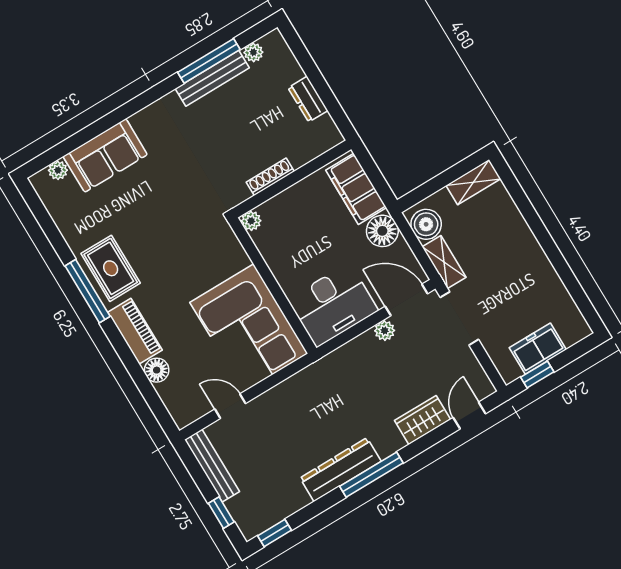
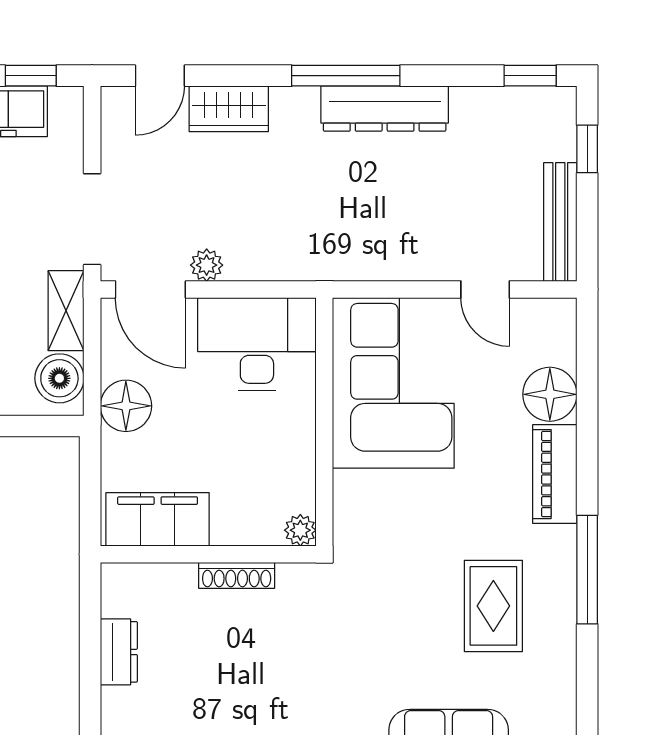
filing cabinet: (356, 189) -> (158, 519), moved, turned -90
rug: (111, 268) -> (493, 606), moved
floor lamp: (157, 370) -> (550, 394), width x1.38, depth x1.38

